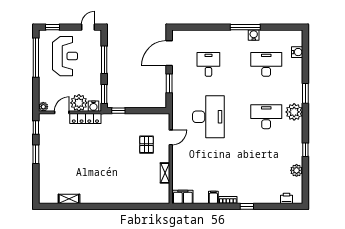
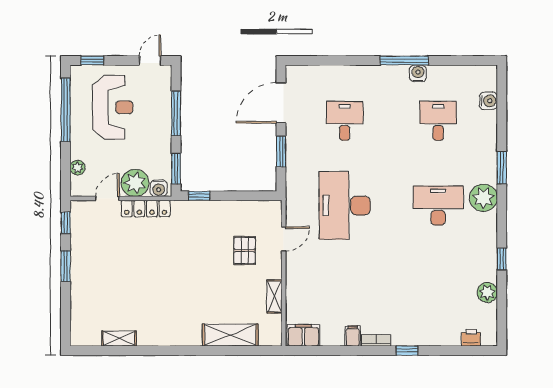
desk: (266, 64) -> (438, 121), width x0.73
plant: (43, 107) -> (78, 168), moved
desk: (208, 117) -> (345, 206), turned 180
shelving: (138, 197) -> (230, 335), added

